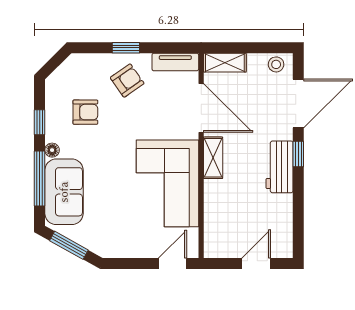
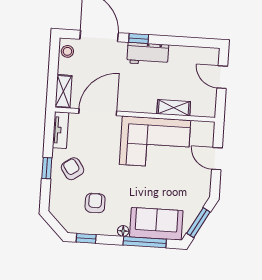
window: (40, 122) -> (86, 238), moved
shelving: (213, 158) -> (174, 108), moved
door: (173, 264) -> (217, 159), moved

